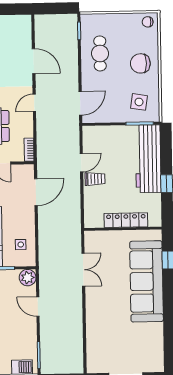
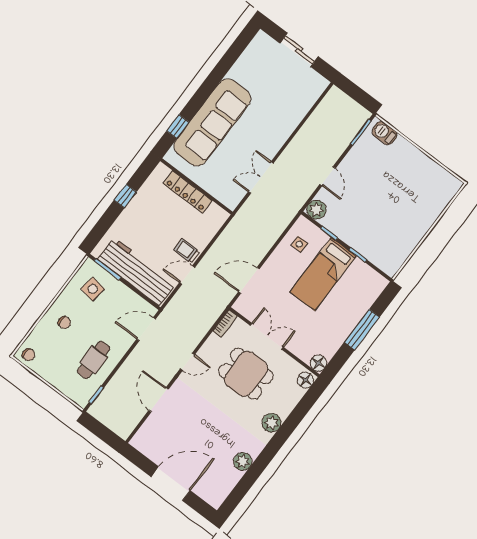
chair: (140, 63) -> (64, 323), width x0.54, depth x0.54
workbench: (148, 159) -> (137, 272), moved, turned -90

